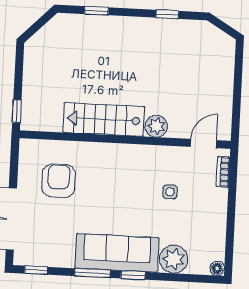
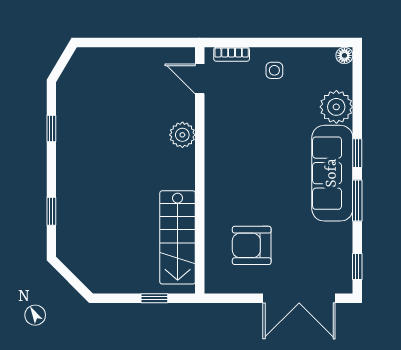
window: (17, 111) -> (154, 298), moved
stairs: (104, 119) -> (178, 237), moved
side table: (170, 192) -> (274, 70), moved

